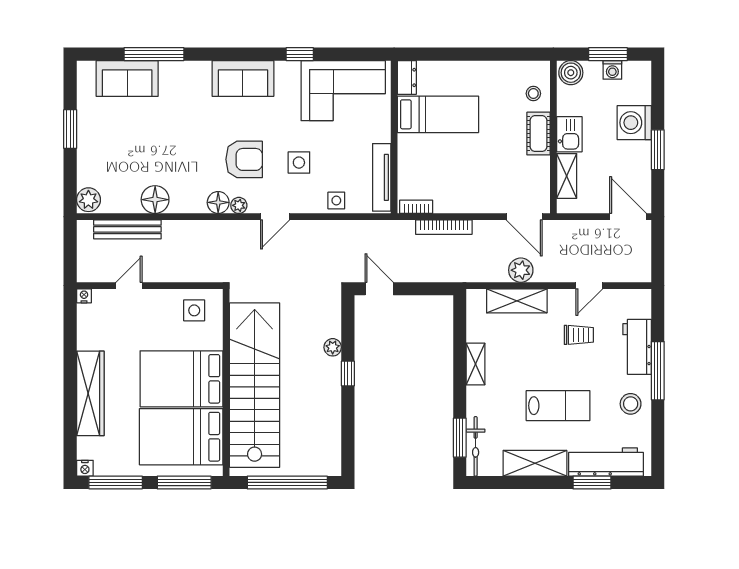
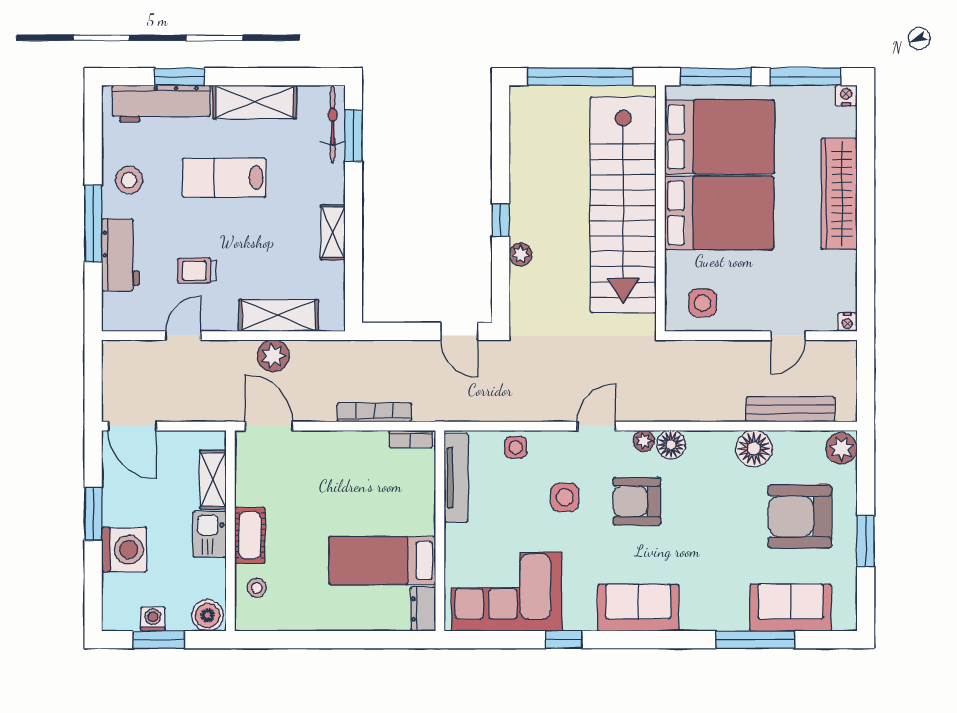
armchair: (120, 148) -> (800, 517), added

